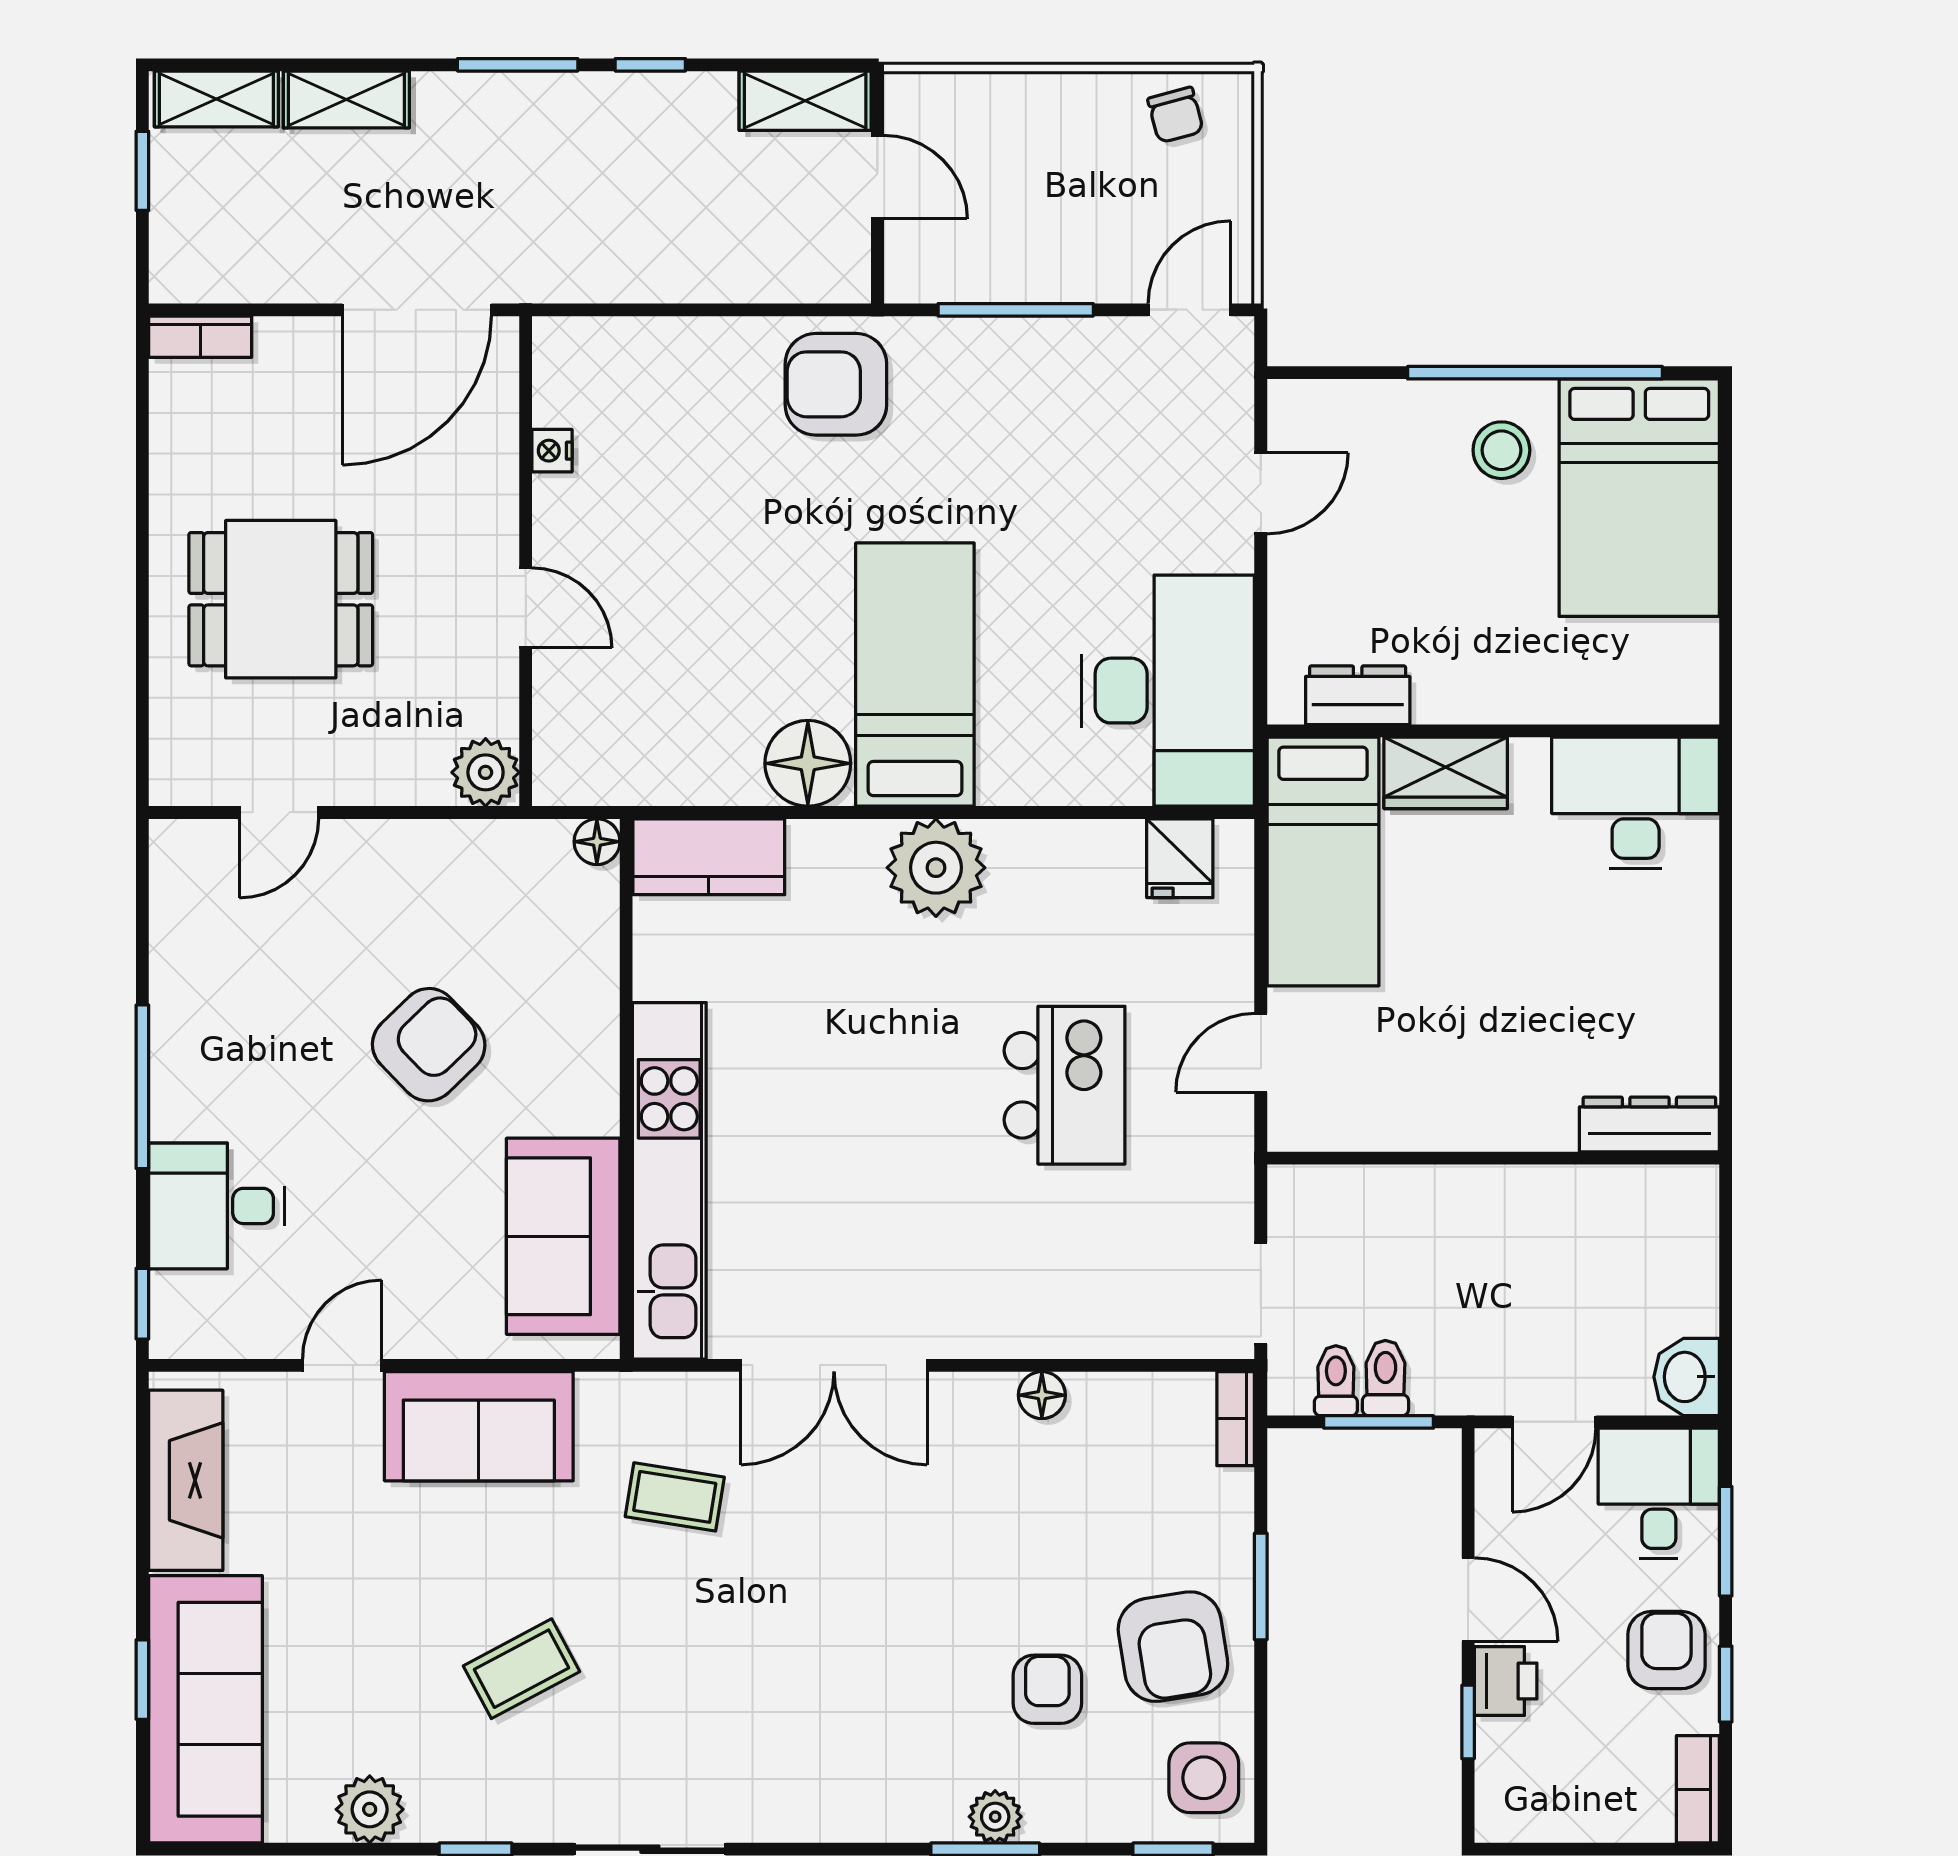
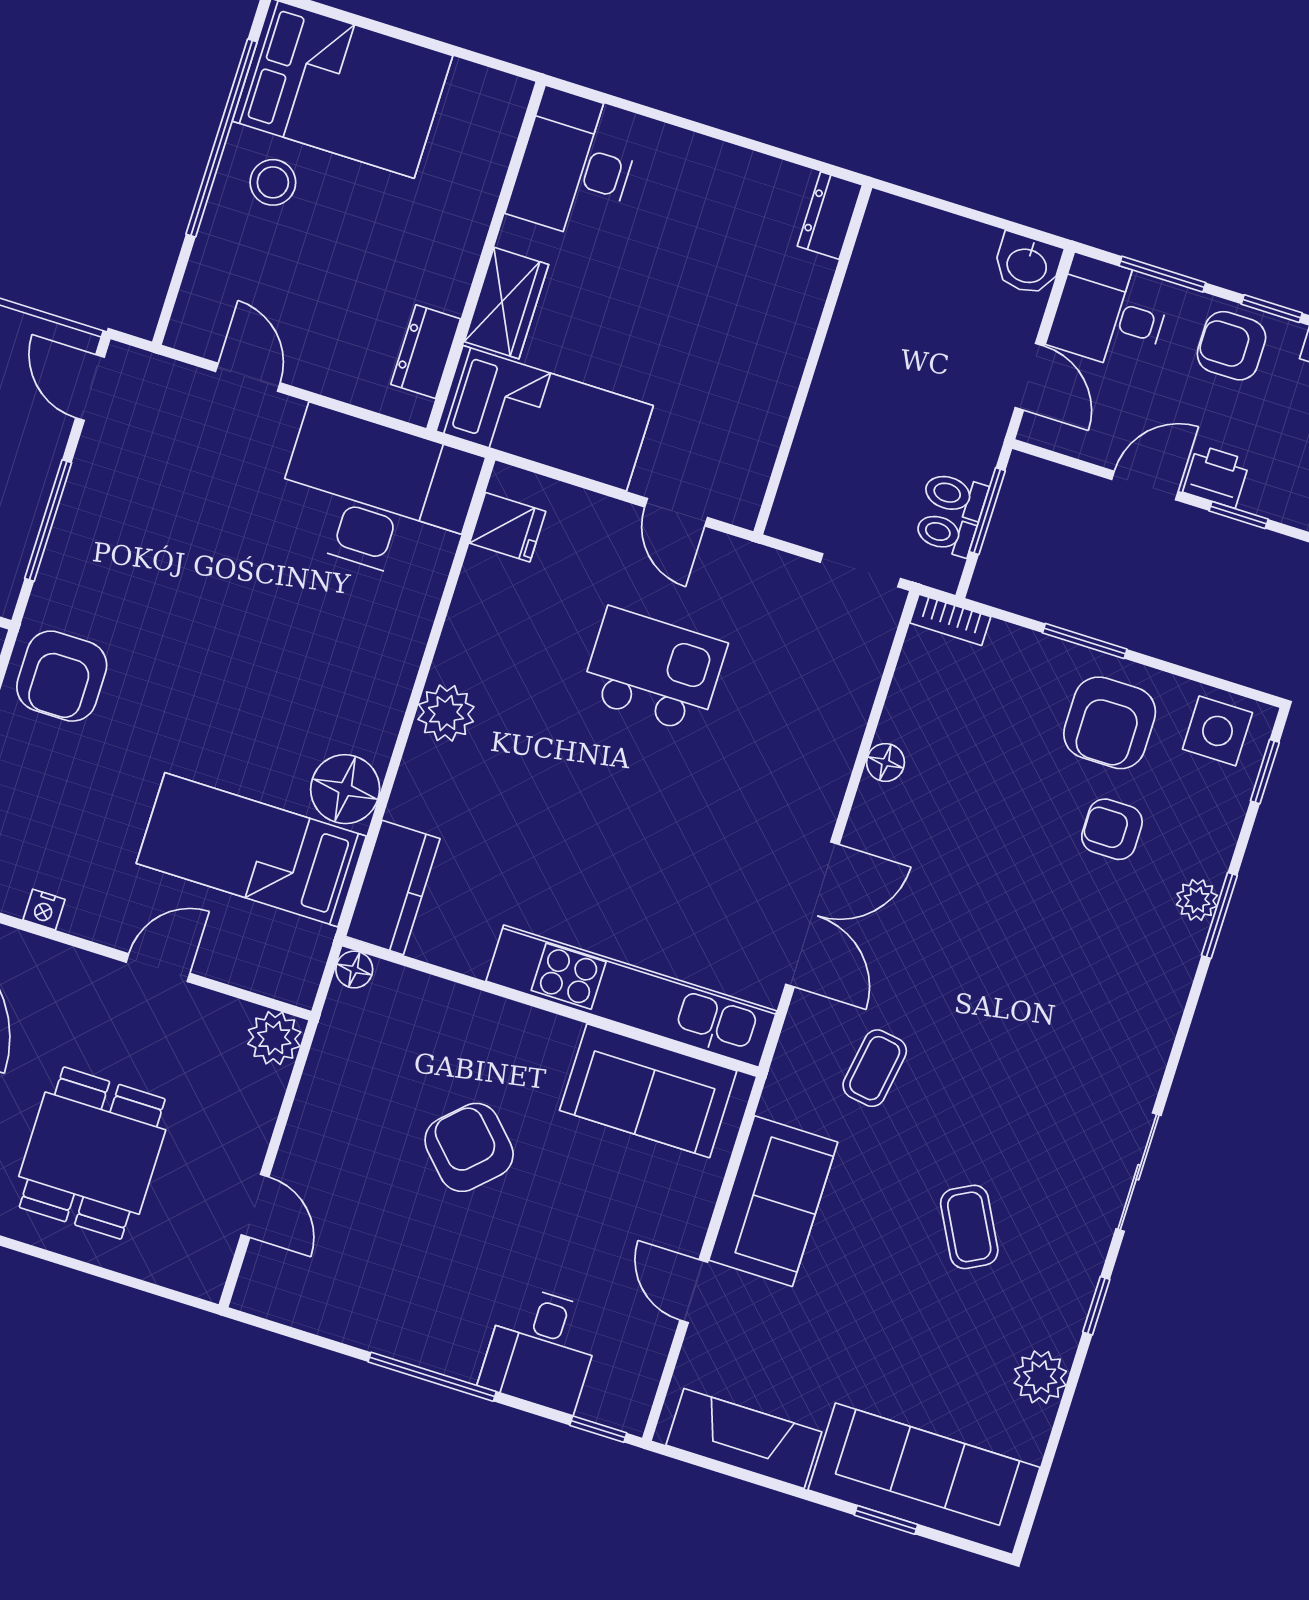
bed: (915, 675) -> (251, 850), moved
plant: (936, 868) -> (446, 713), width x0.73, depth x0.73
dresser: (1649, 1124) -> (830, 216), width x0.70
armchair: (1173, 1647) -> (1110, 723), turned 99

